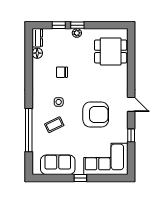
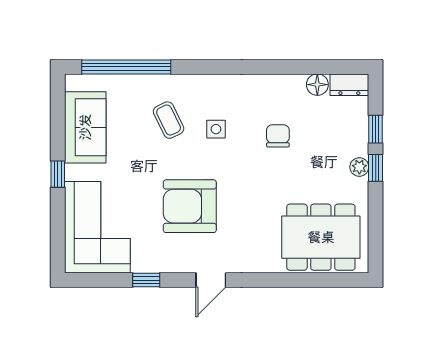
dining table: (111, 51) -> (321, 237), width x1.38
armchair: (96, 115) -> (190, 206), turned 90
window: (29, 130) -> (126, 67), moved

